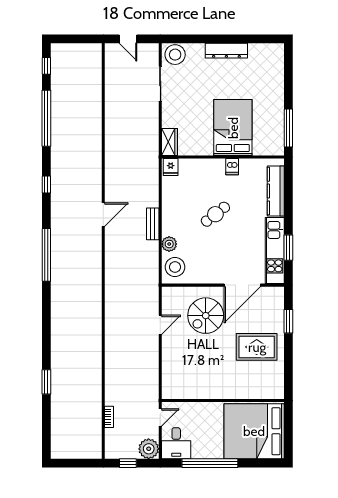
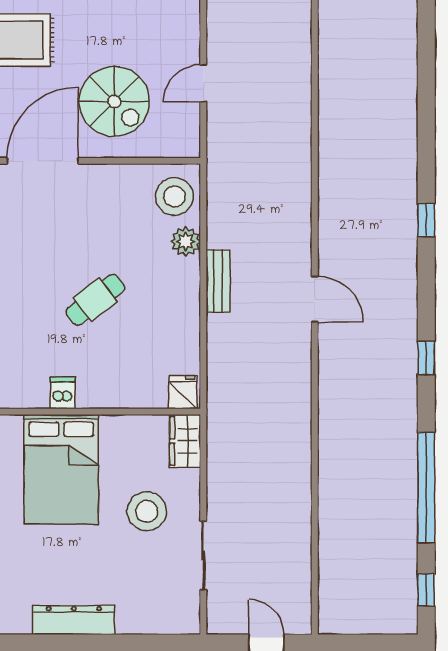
stool: (175, 55) -> (147, 511), moved
door: (103, 215) -> (315, 299), swing flipped
window: (46, 255) -> (426, 220), width x0.32
spiral stairs: (206, 316) -> (114, 101), turned 90

